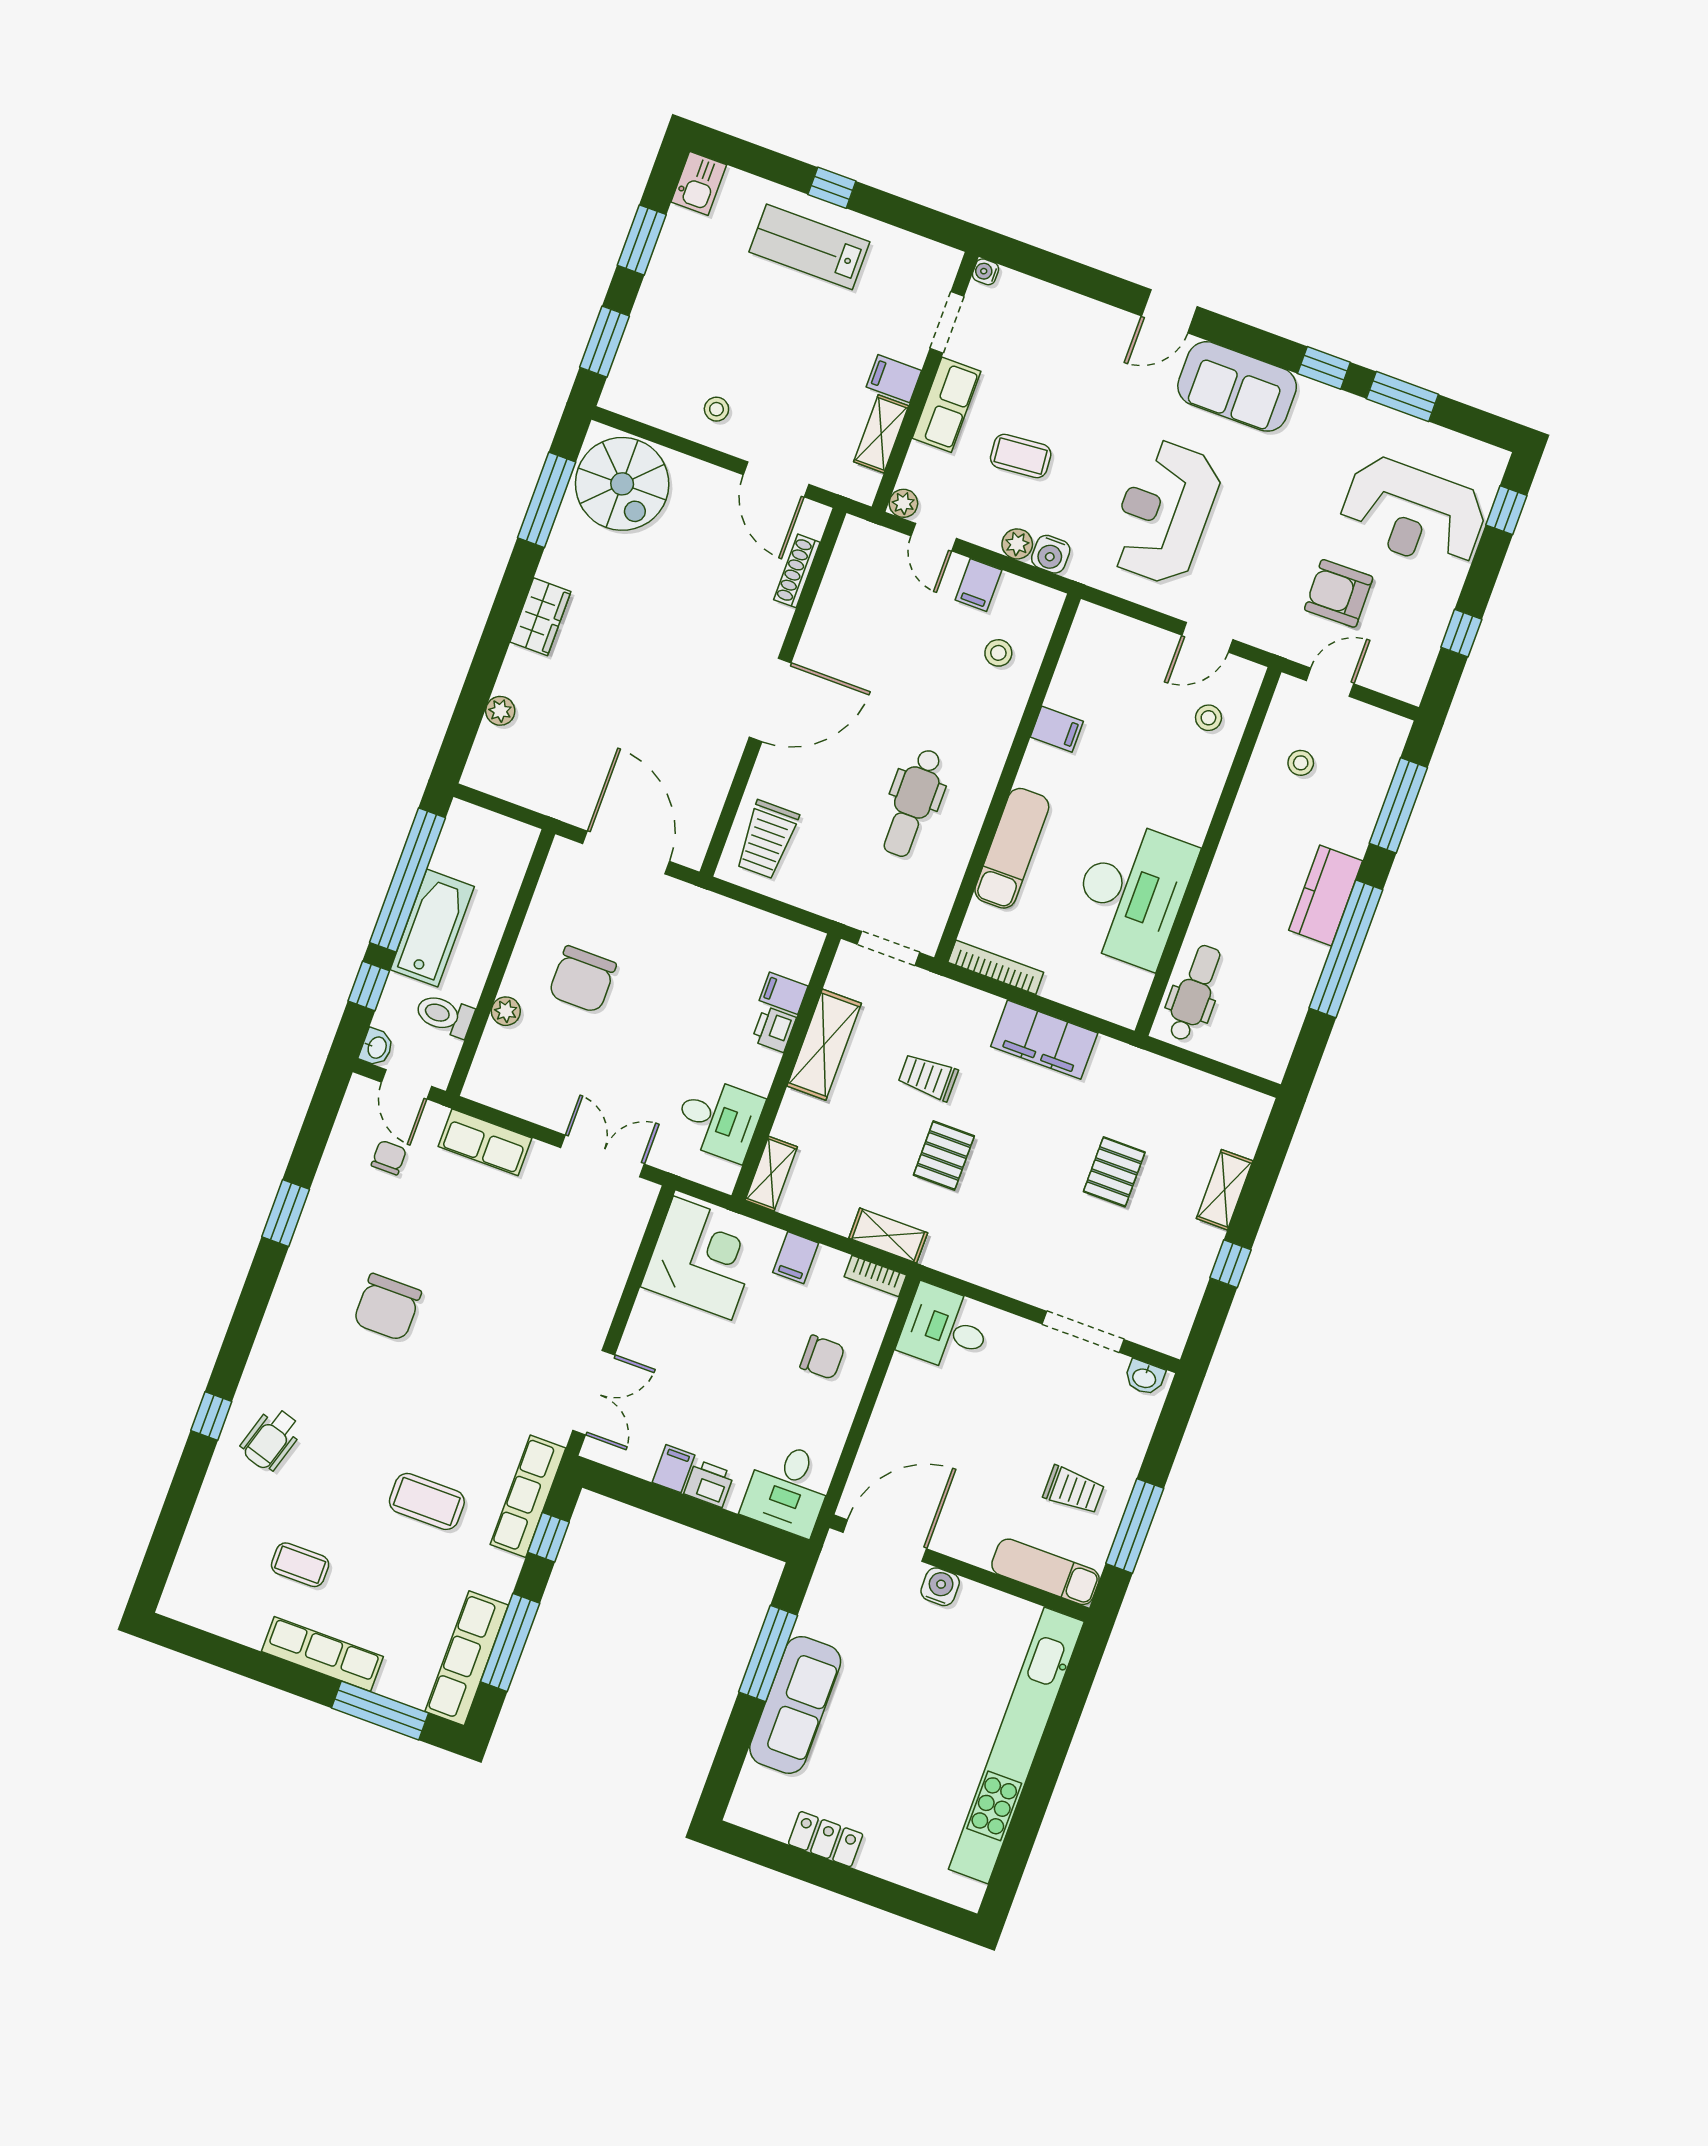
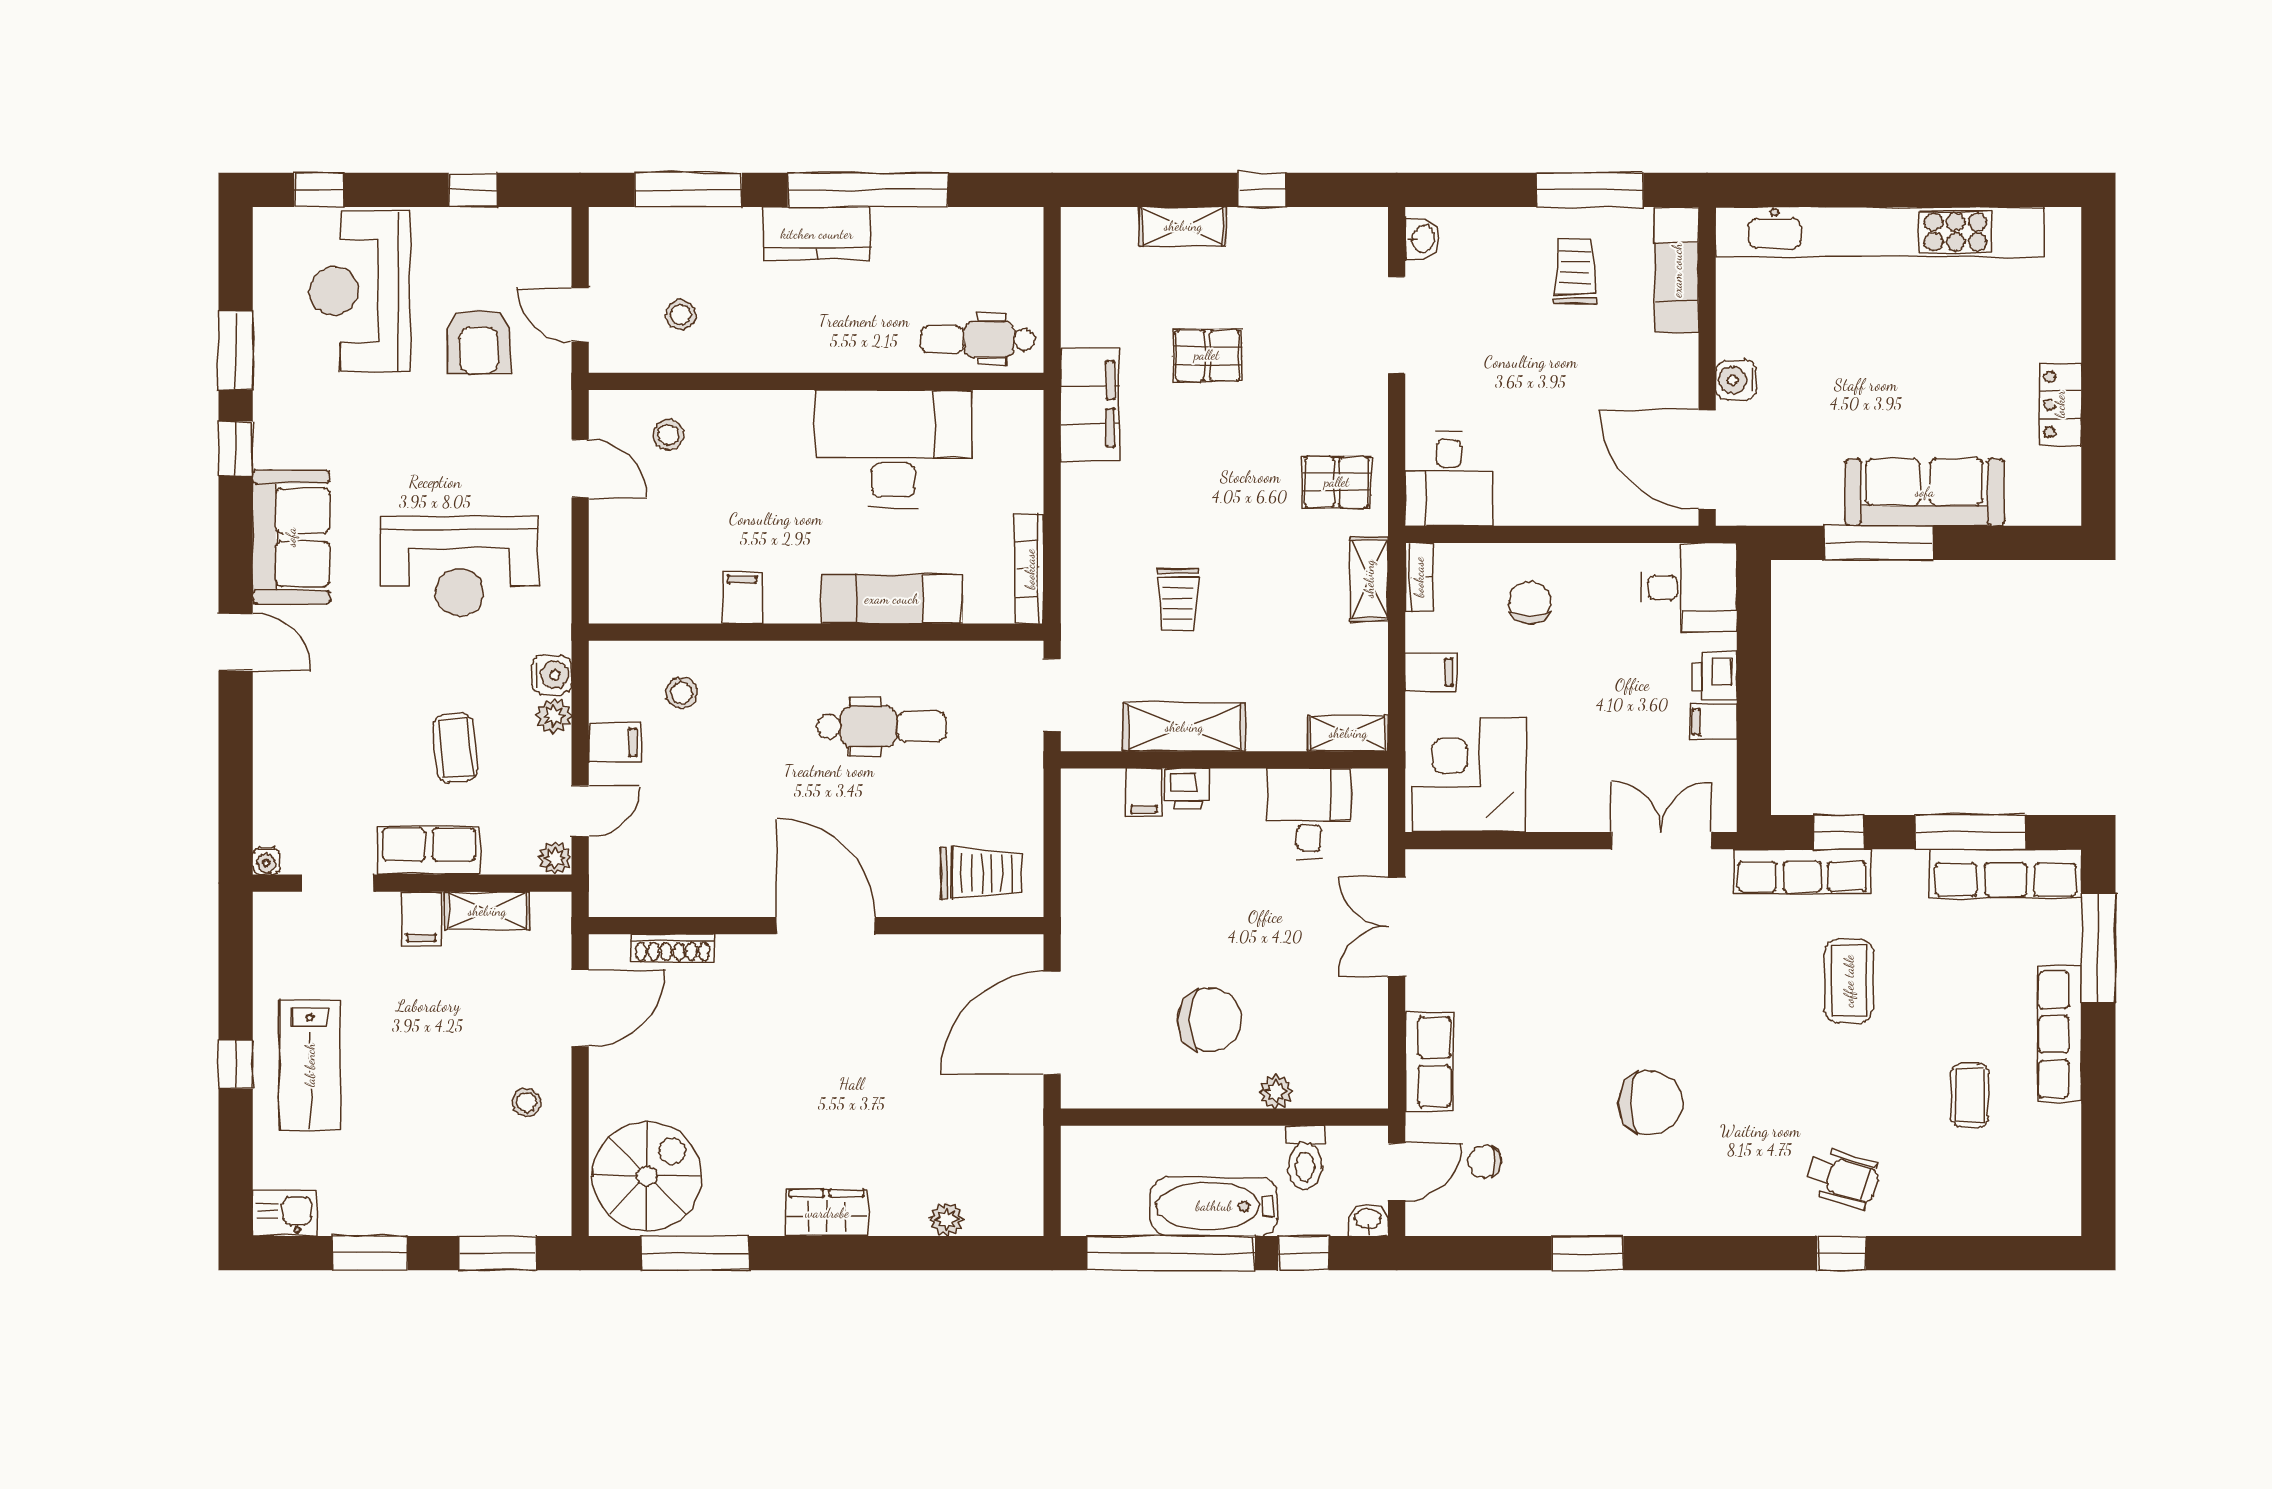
reception desk: (1413, 513) -> (360, 291), turned 180
filing cabinet: (1044, 1040) -> (1090, 404), moved
pallet: (944, 1155) -> (1337, 482), moved

